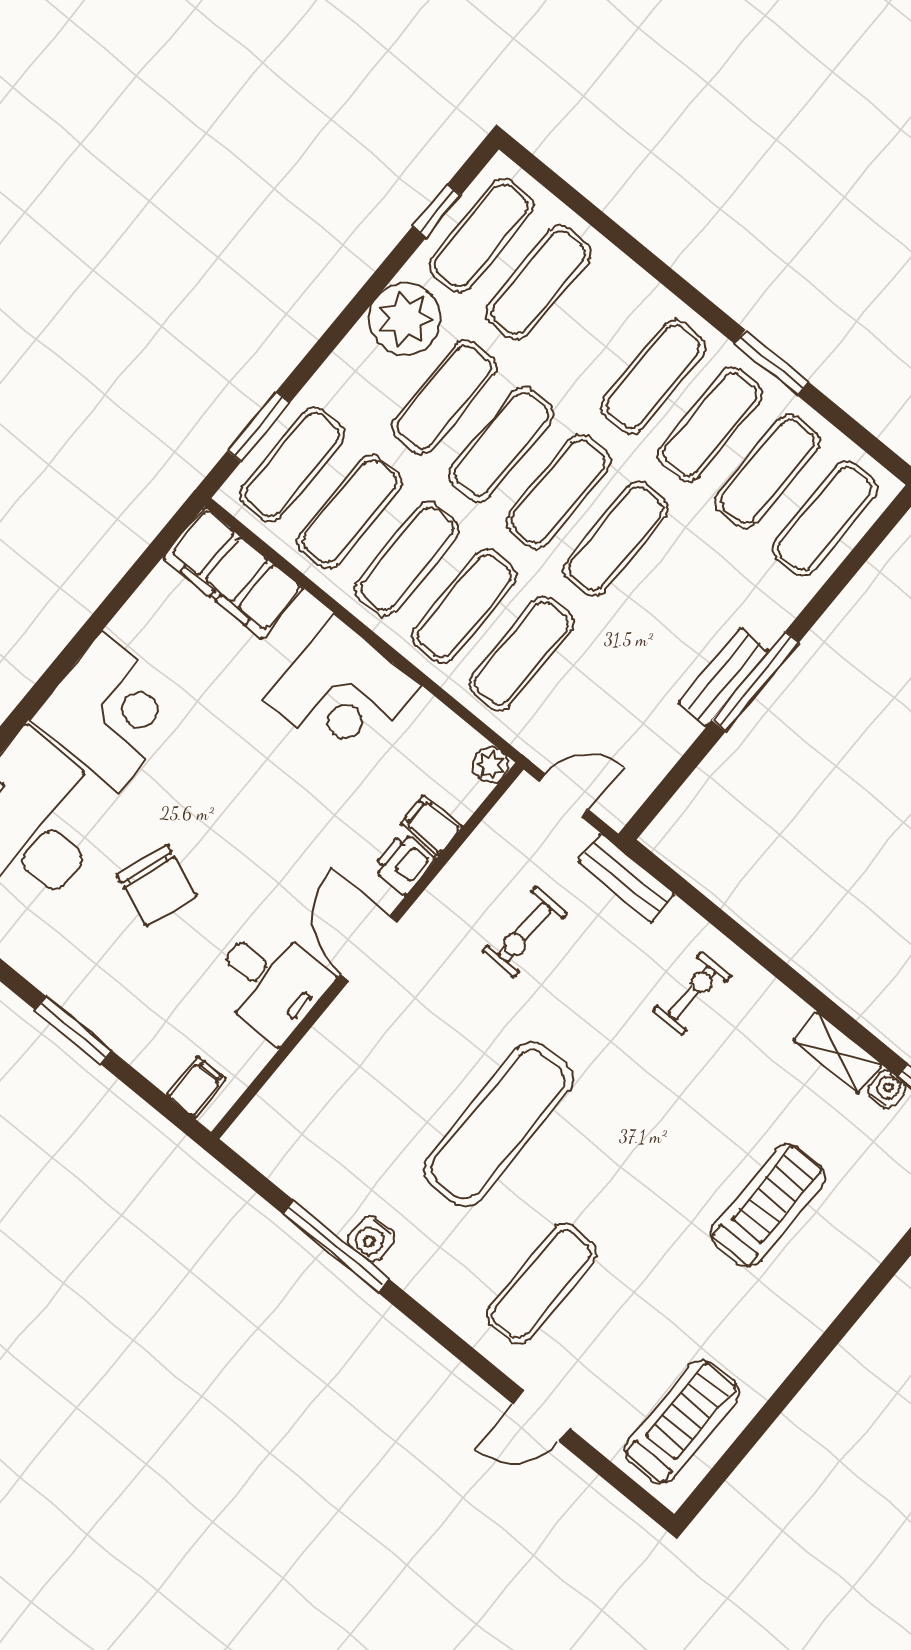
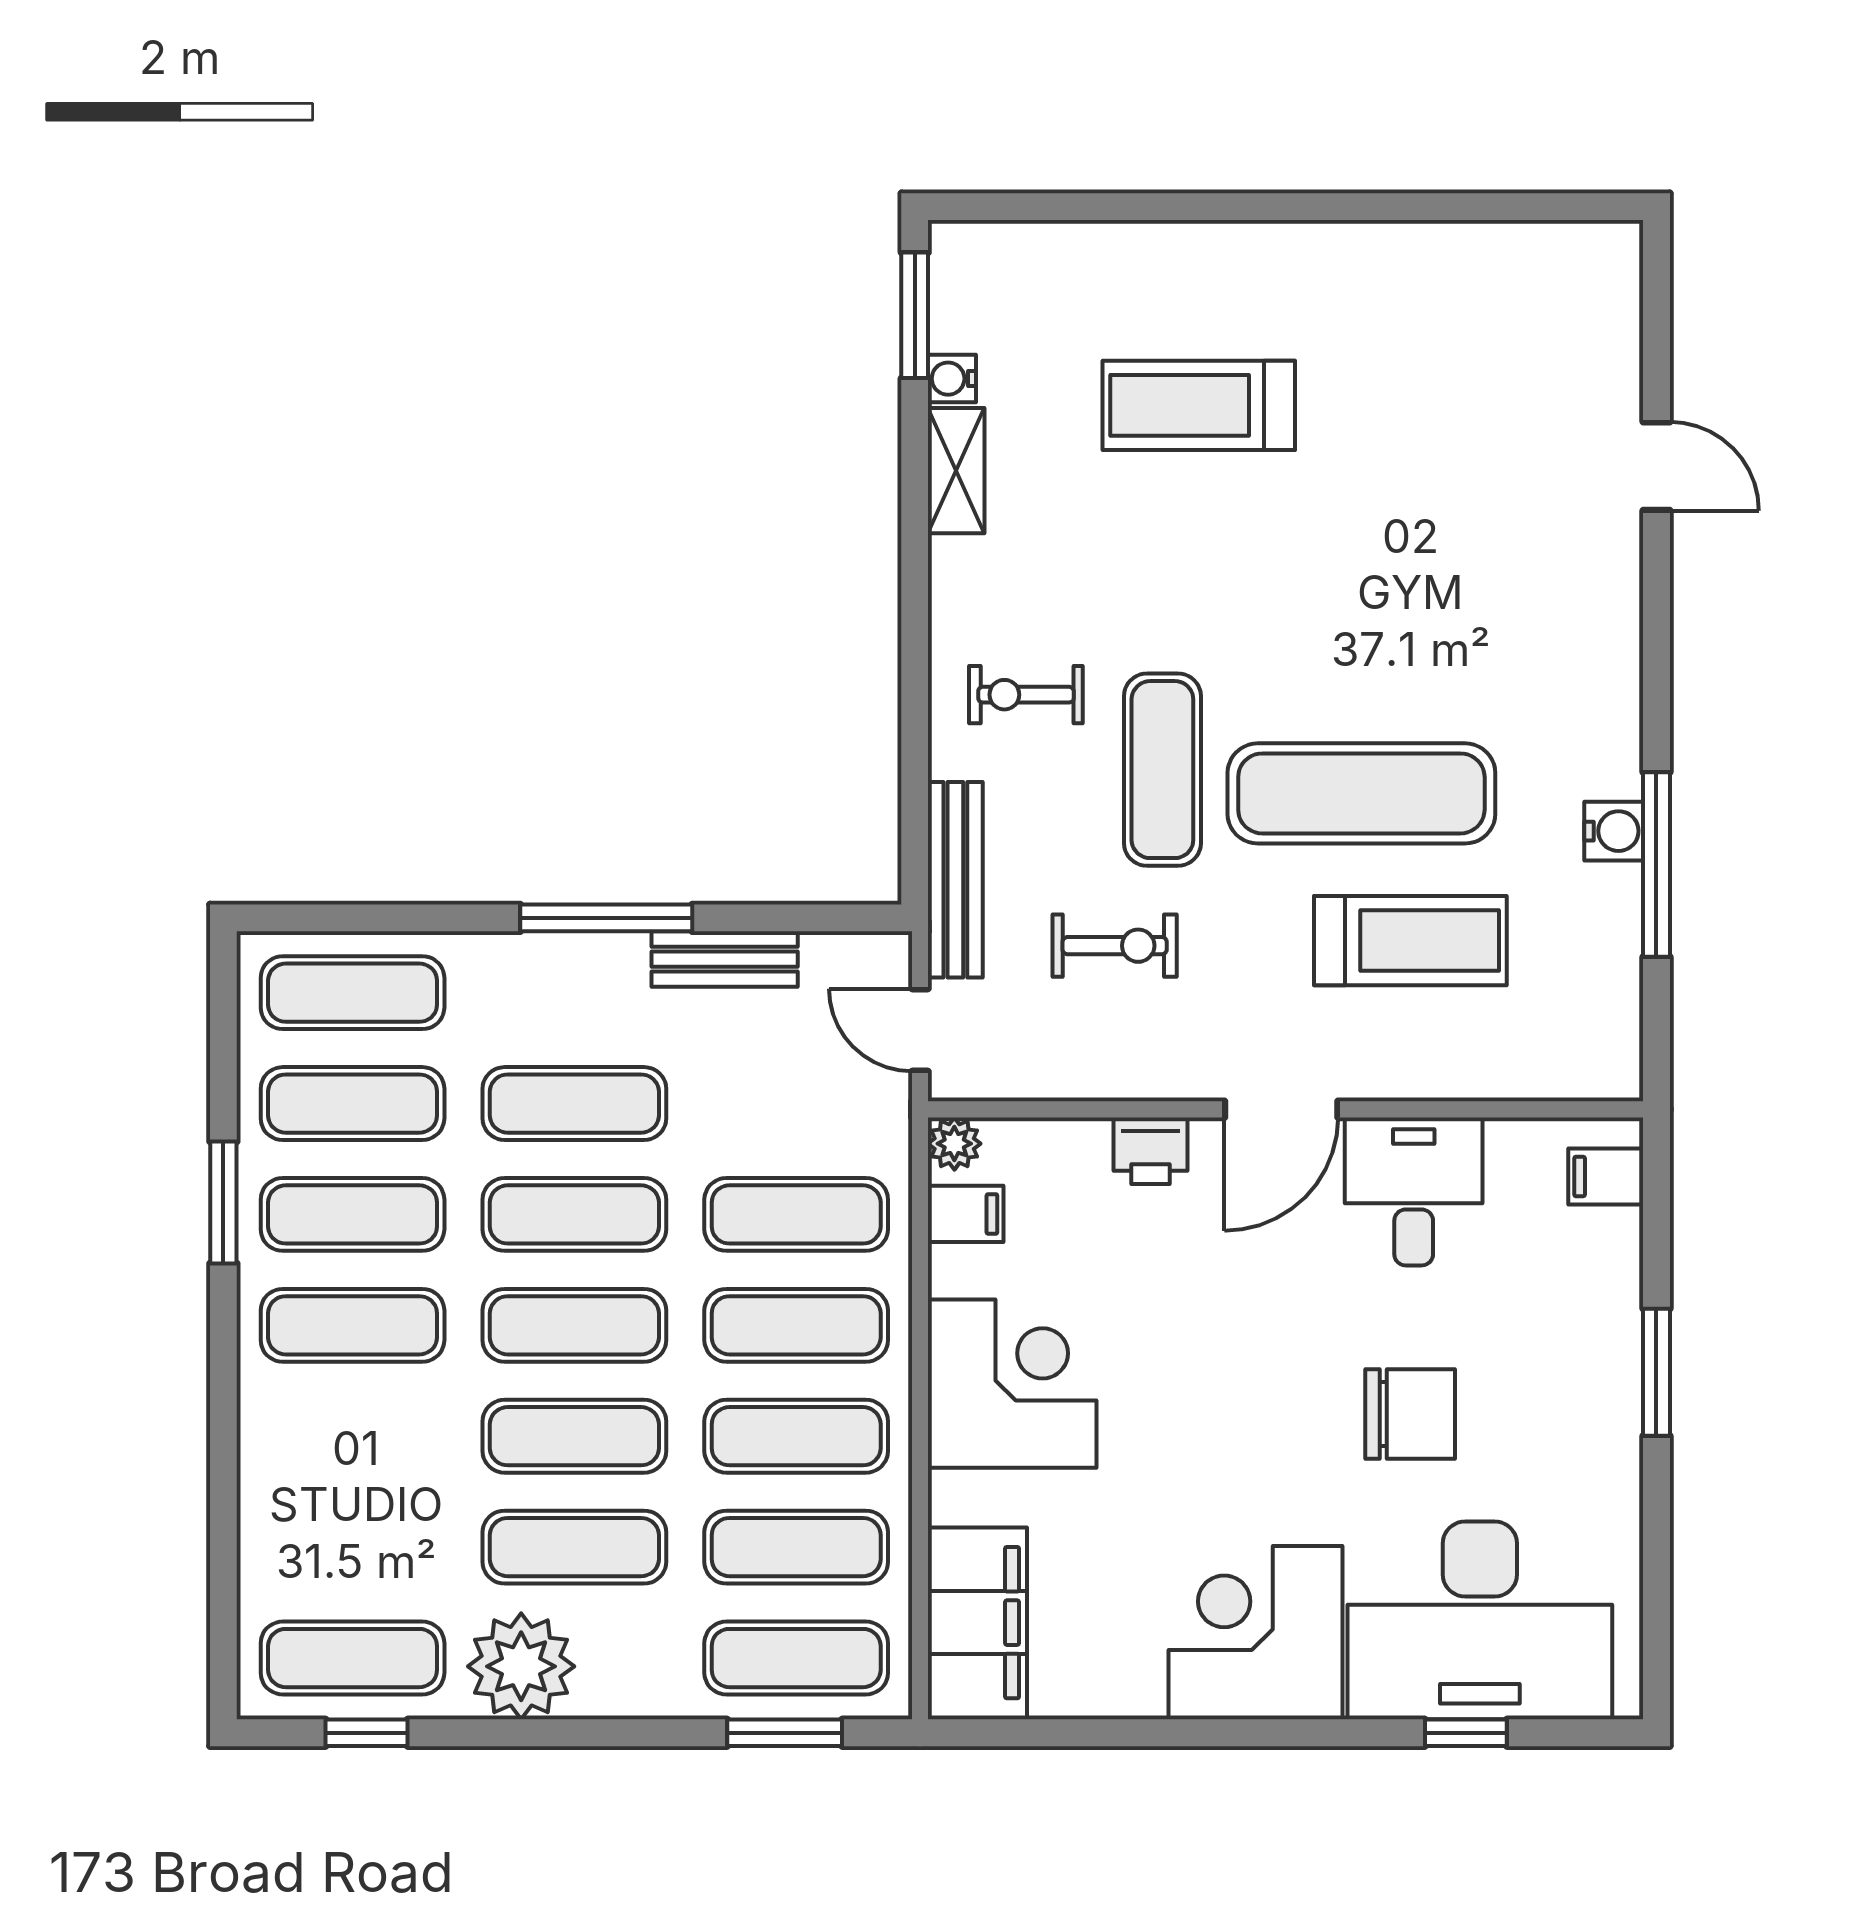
exercise mat: (538, 283) -> (574, 1104), moved
bench: (724, 677) -> (725, 959), moved
filing cabinet: (431, 825) -> (966, 1214), moved, turned -90
bench: (626, 878) -> (955, 880), width x1.36
chair: (157, 885) -> (1410, 1414), turned 70
exercise mat: (542, 1284) -> (1162, 770), moved, turned 90
treadmill: (682, 1422) -> (1410, 941), moved, turned 180

